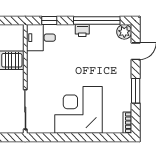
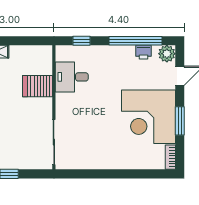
printer: (82, 31) -> (143, 52), moved
desk: (41, 38) -> (72, 77), moved
corner desk: (78, 110) -> (148, 117), moved, turned -90

